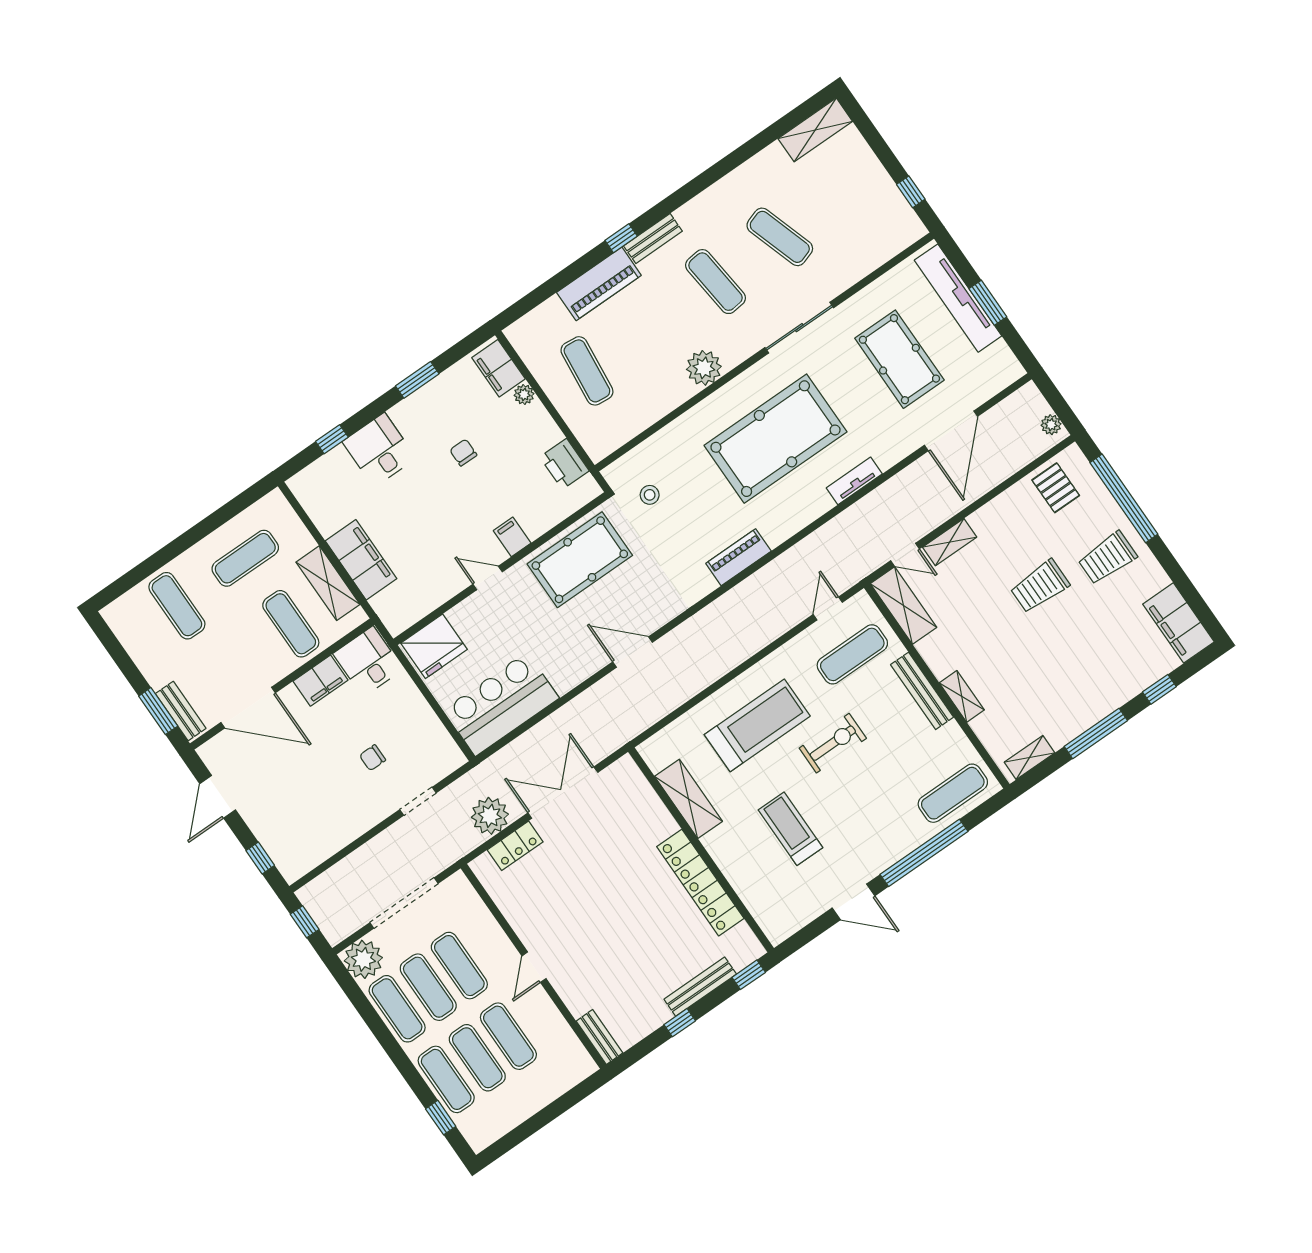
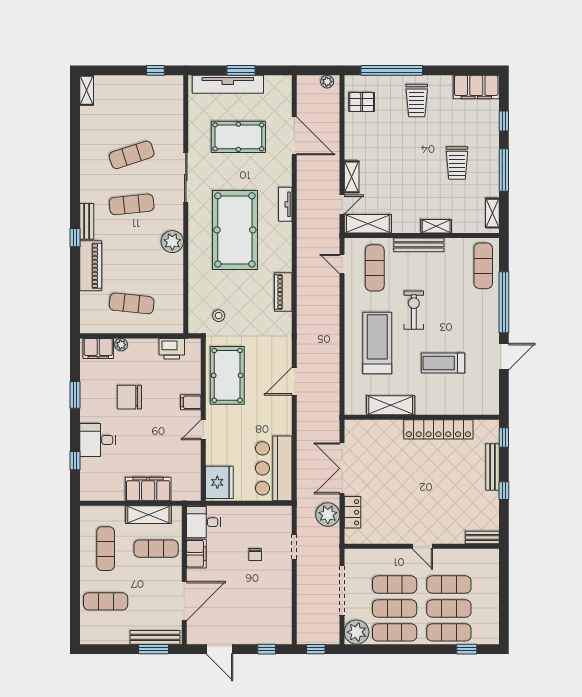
shelving: (815, 130) -> (87, 90), width x0.67, depth x0.75
chair: (463, 453) -> (129, 397), width x1.87, depth x1.87
trolley: (1040, 586) -> (457, 163), moved
bench: (181, 711) -> (155, 637), width x1.36

